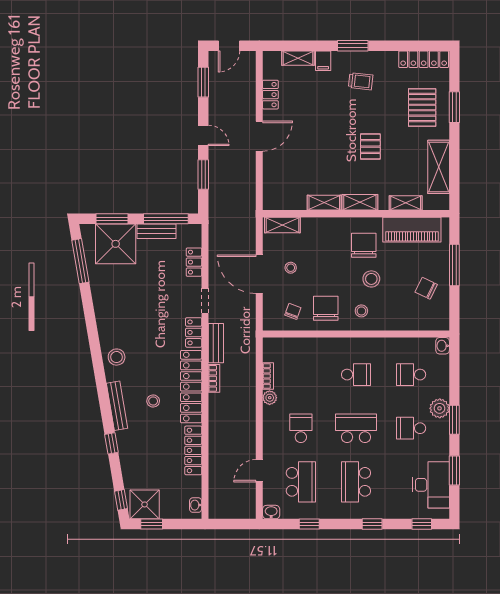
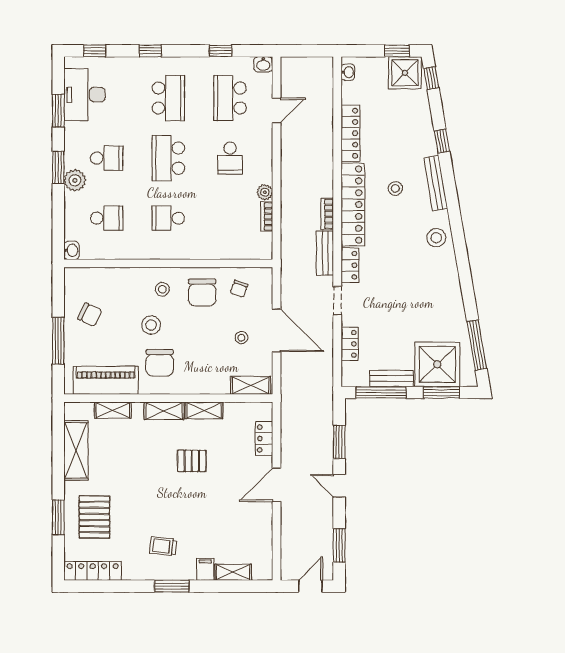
locker: (270, 95) -> (264, 439), moved
pallet: (370, 147) -> (192, 461), moved, turned 90
school desk: (356, 428) -> (168, 158), turned 90

